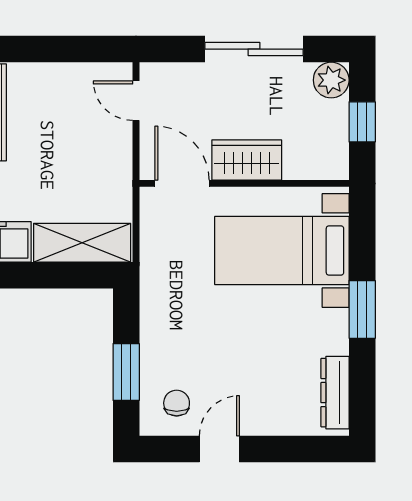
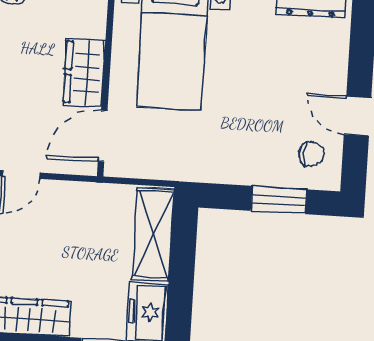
chair: (177, 403) -> (311, 154), turned 180

